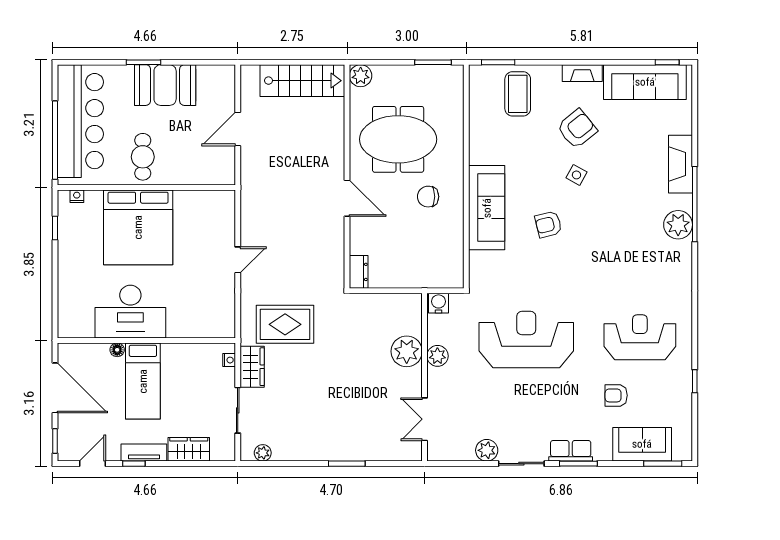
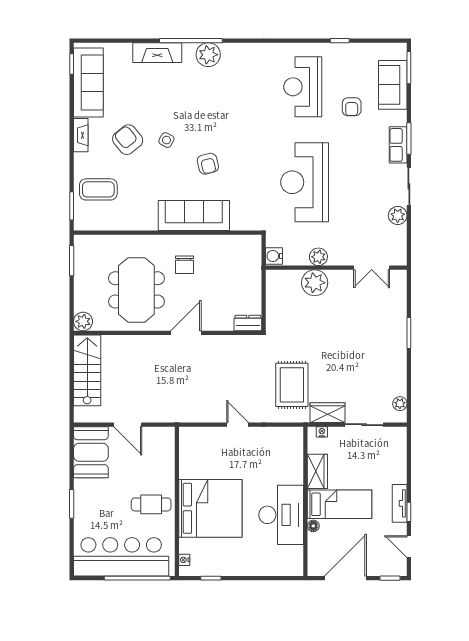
booth: (165, 85) -> (91, 452), moved
wardrobe: (189, 449) -> (317, 471), moved, turned 180

